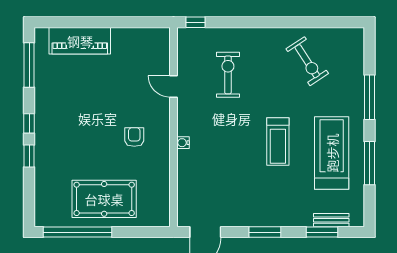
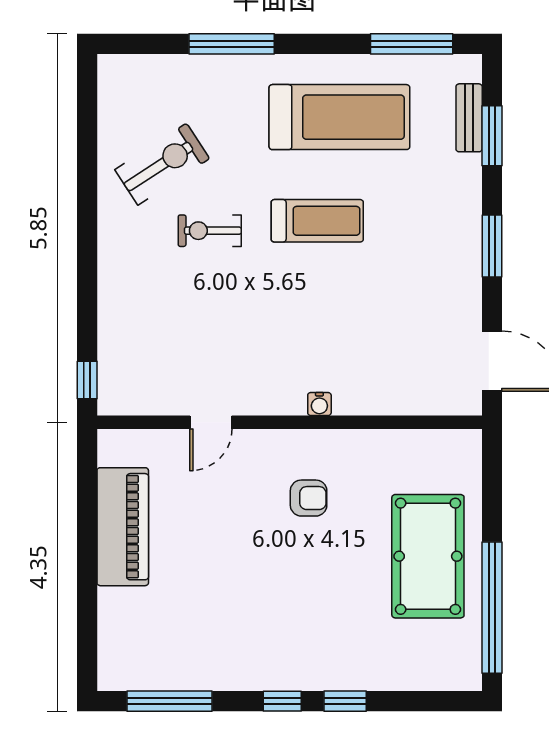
piano: (80, 41) -> (123, 527), moved
exercise bike: (228, 75) -> (210, 231), moved, width x0.73, depth x0.72
armchair: (134, 137) -> (309, 498), turned 180
treadmill: (332, 153) -> (339, 117), turned 180
window: (370, 163) -> (412, 44), moved

